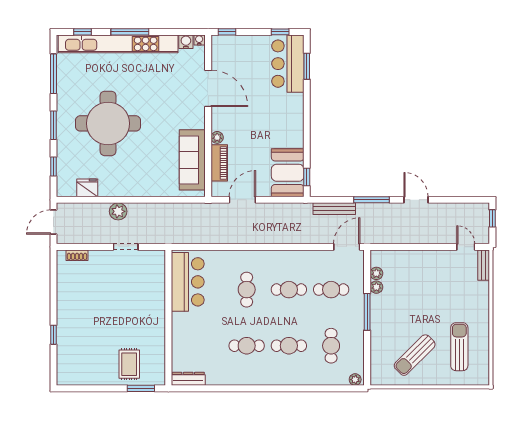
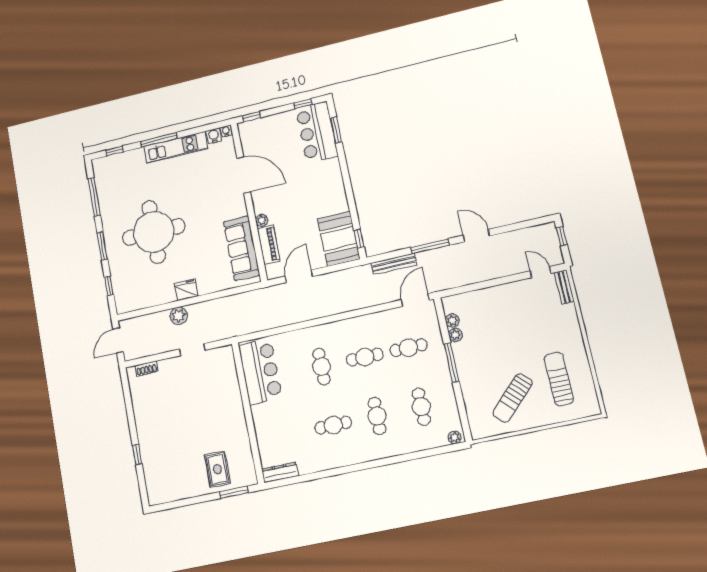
kitchen unit: (118, 44) -> (176, 147), width x0.54
fridge: (87, 188) -> (186, 290), moved
cafe table: (289, 346) -> (377, 416), turned 90

